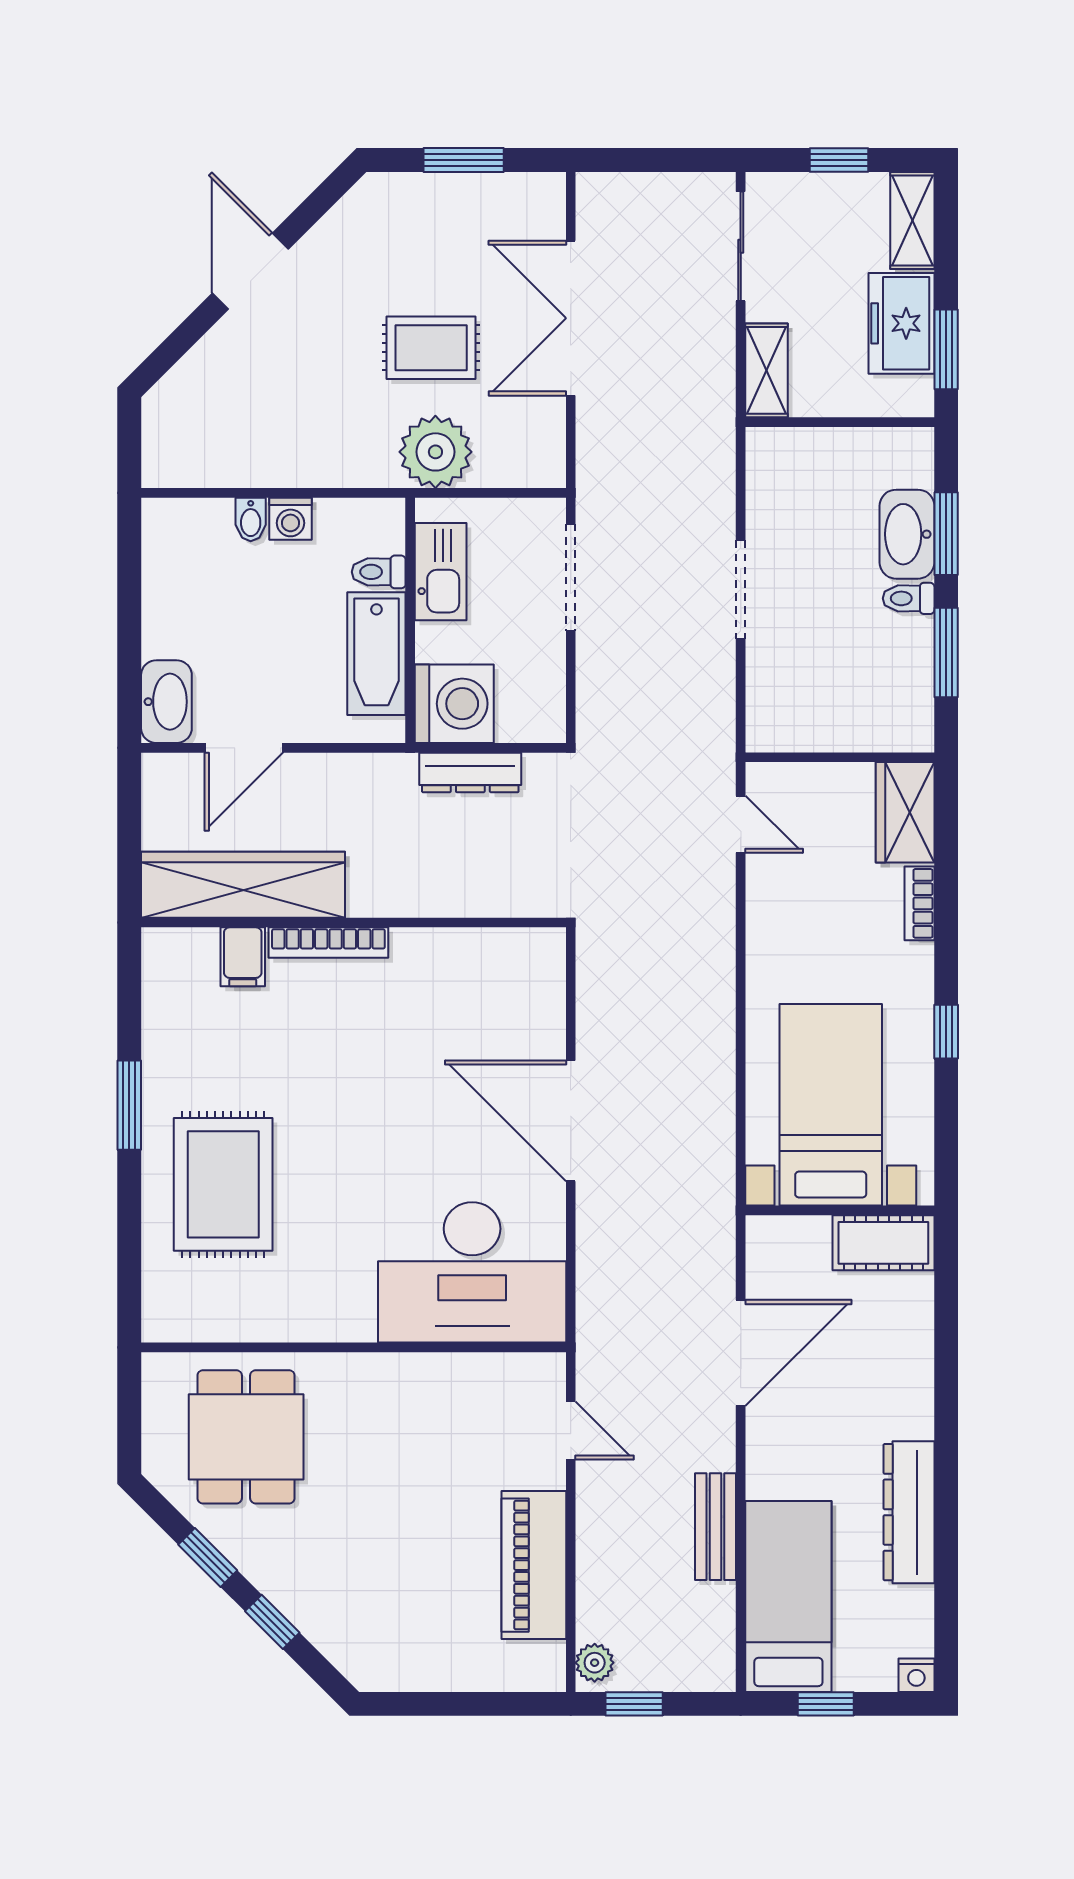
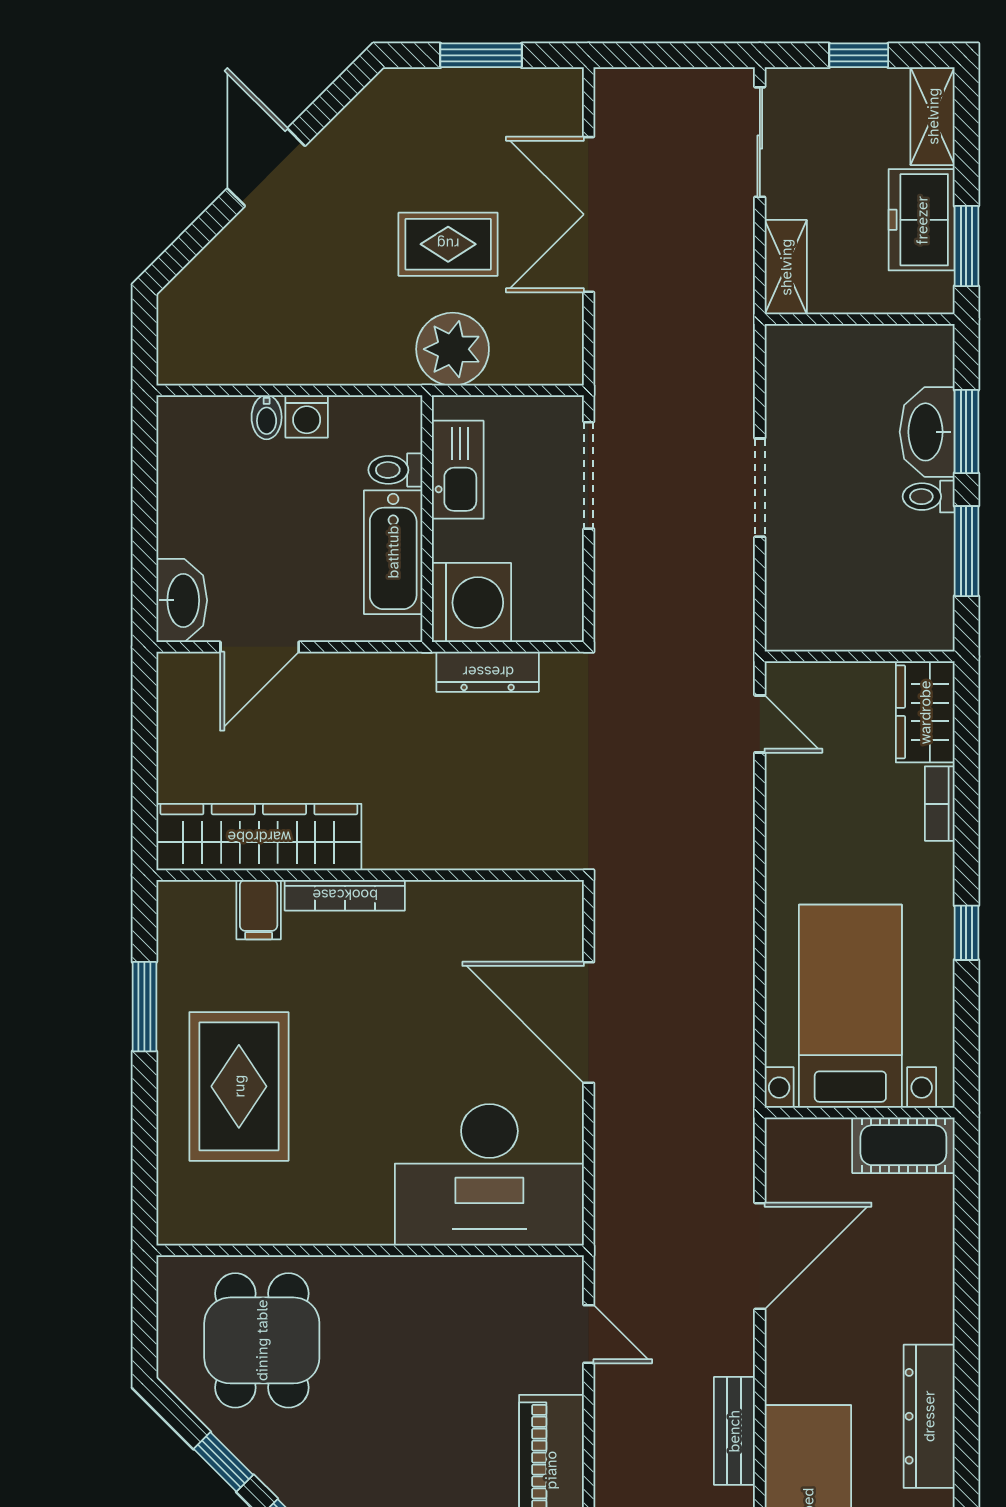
wardrobe: (243, 885) -> (259, 837), moved
wall: (354, 922) -> (370, 875), moved
bookcase: (328, 942) -> (345, 895), moved
filing cabinet: (243, 957) -> (259, 910), moved

